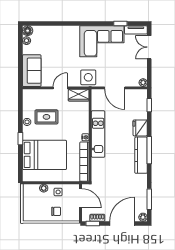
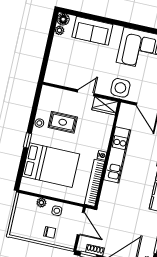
sofa: (32, 71) -> (92, 31), moved, turned 90

